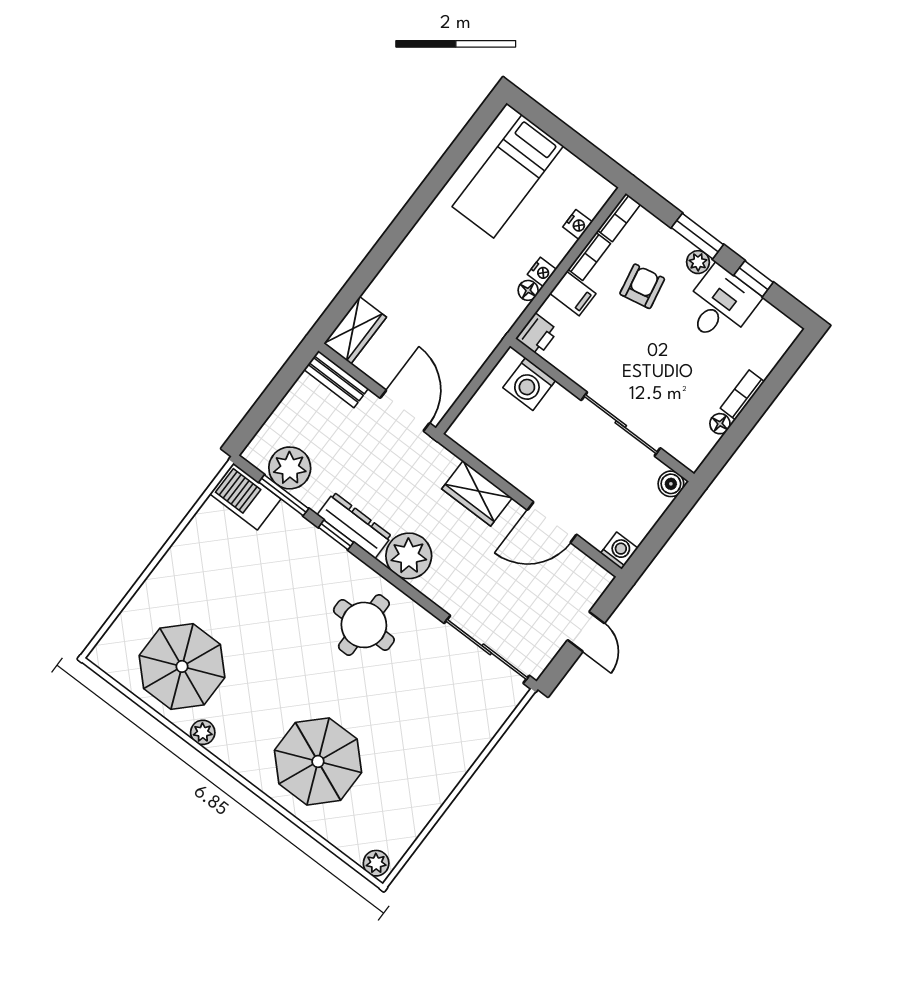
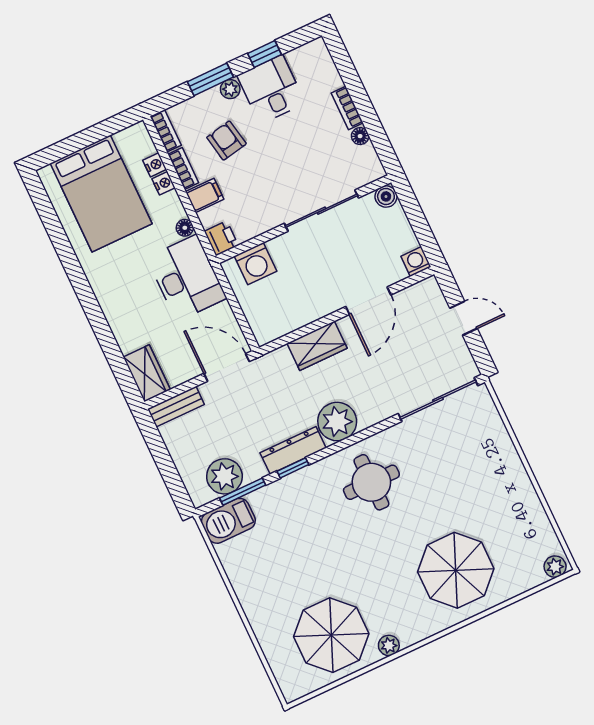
bed: (508, 176) -> (101, 194), width x1.50
nightstand: (542, 272) -> (164, 183), moved
desk: (477, 320) -> (187, 278), added

